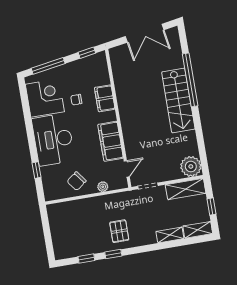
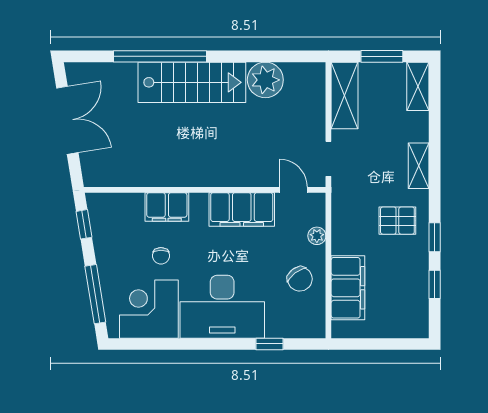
plant: (191, 166) -> (265, 80), moved
window: (211, 206) -> (382, 56), width x1.50
filing cabinet: (76, 209) -> (348, 288), added
shelving: (170, 235) -> (419, 166), moved

